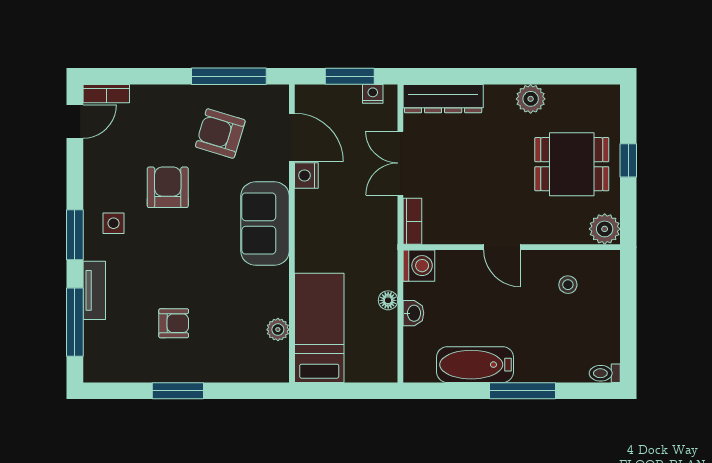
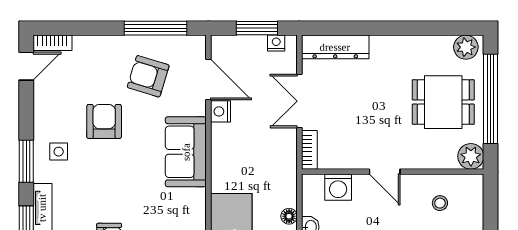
plant: (531, 99) -> (466, 47), moved
window: (628, 160) -> (491, 99), width x3.17
washing machine: (419, 266) -> (338, 187), moved, turned 90

